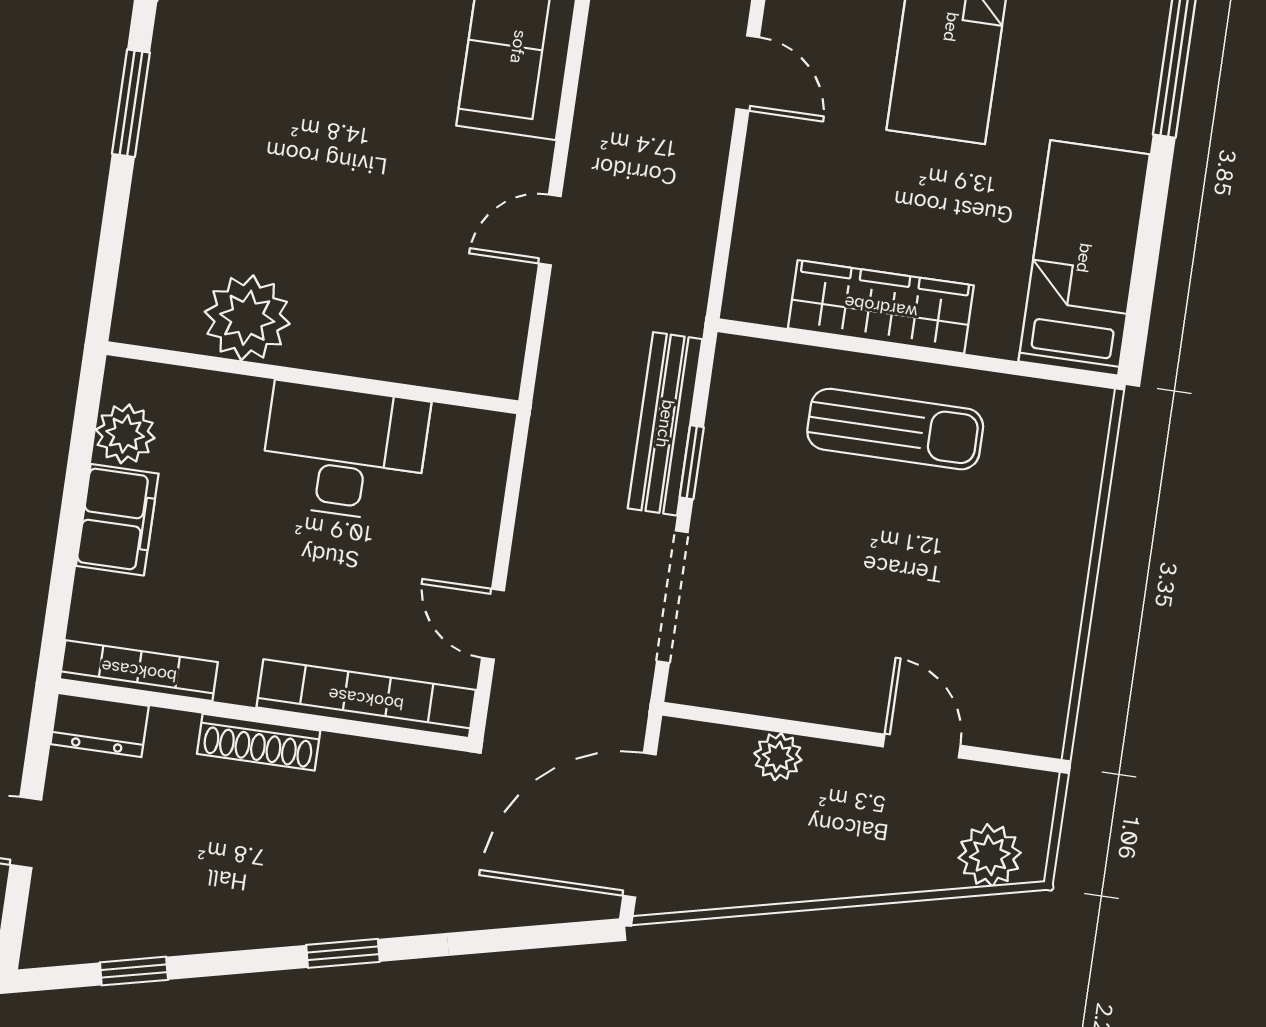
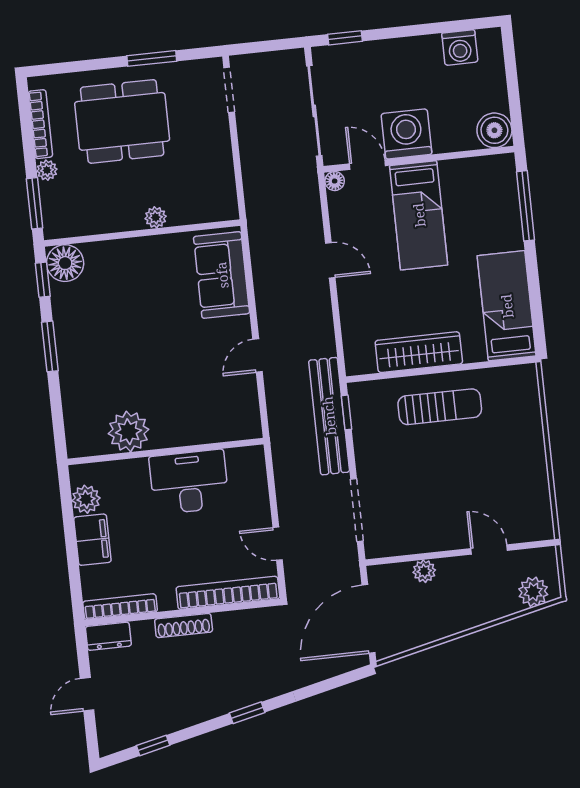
bench: (665, 424) -> (329, 416), width x1.37, depth x1.21
window: (692, 462) -> (346, 412), moved

